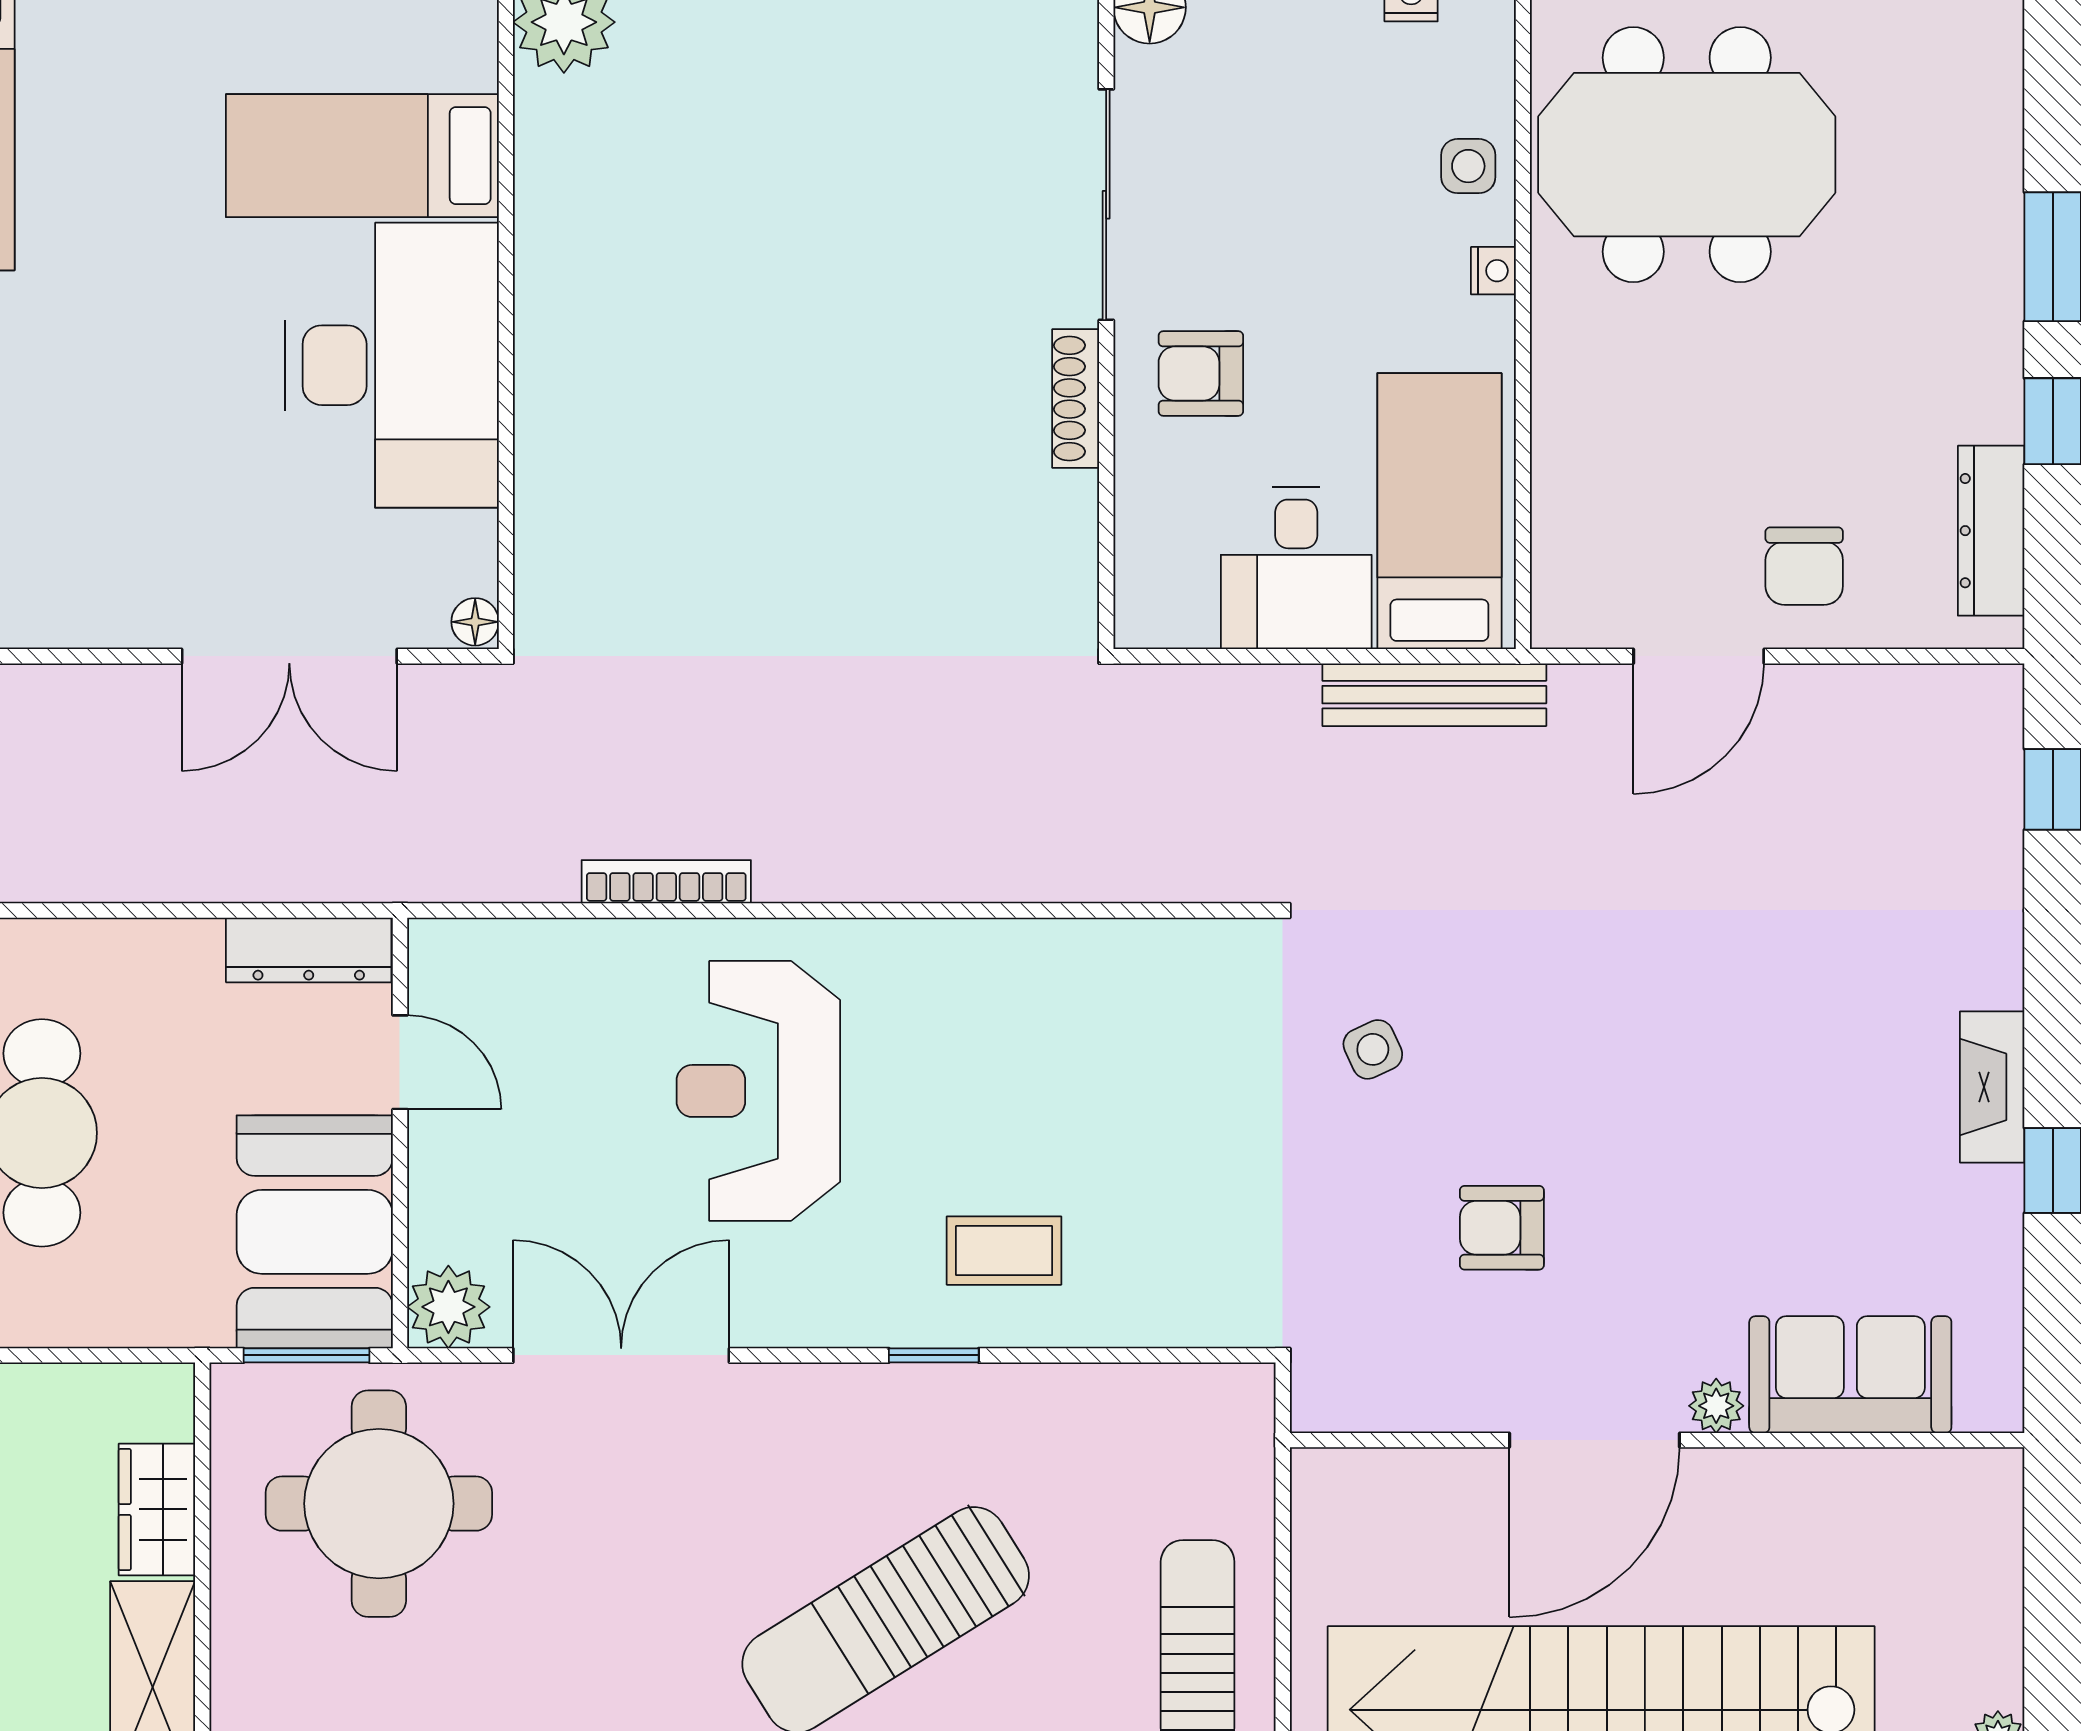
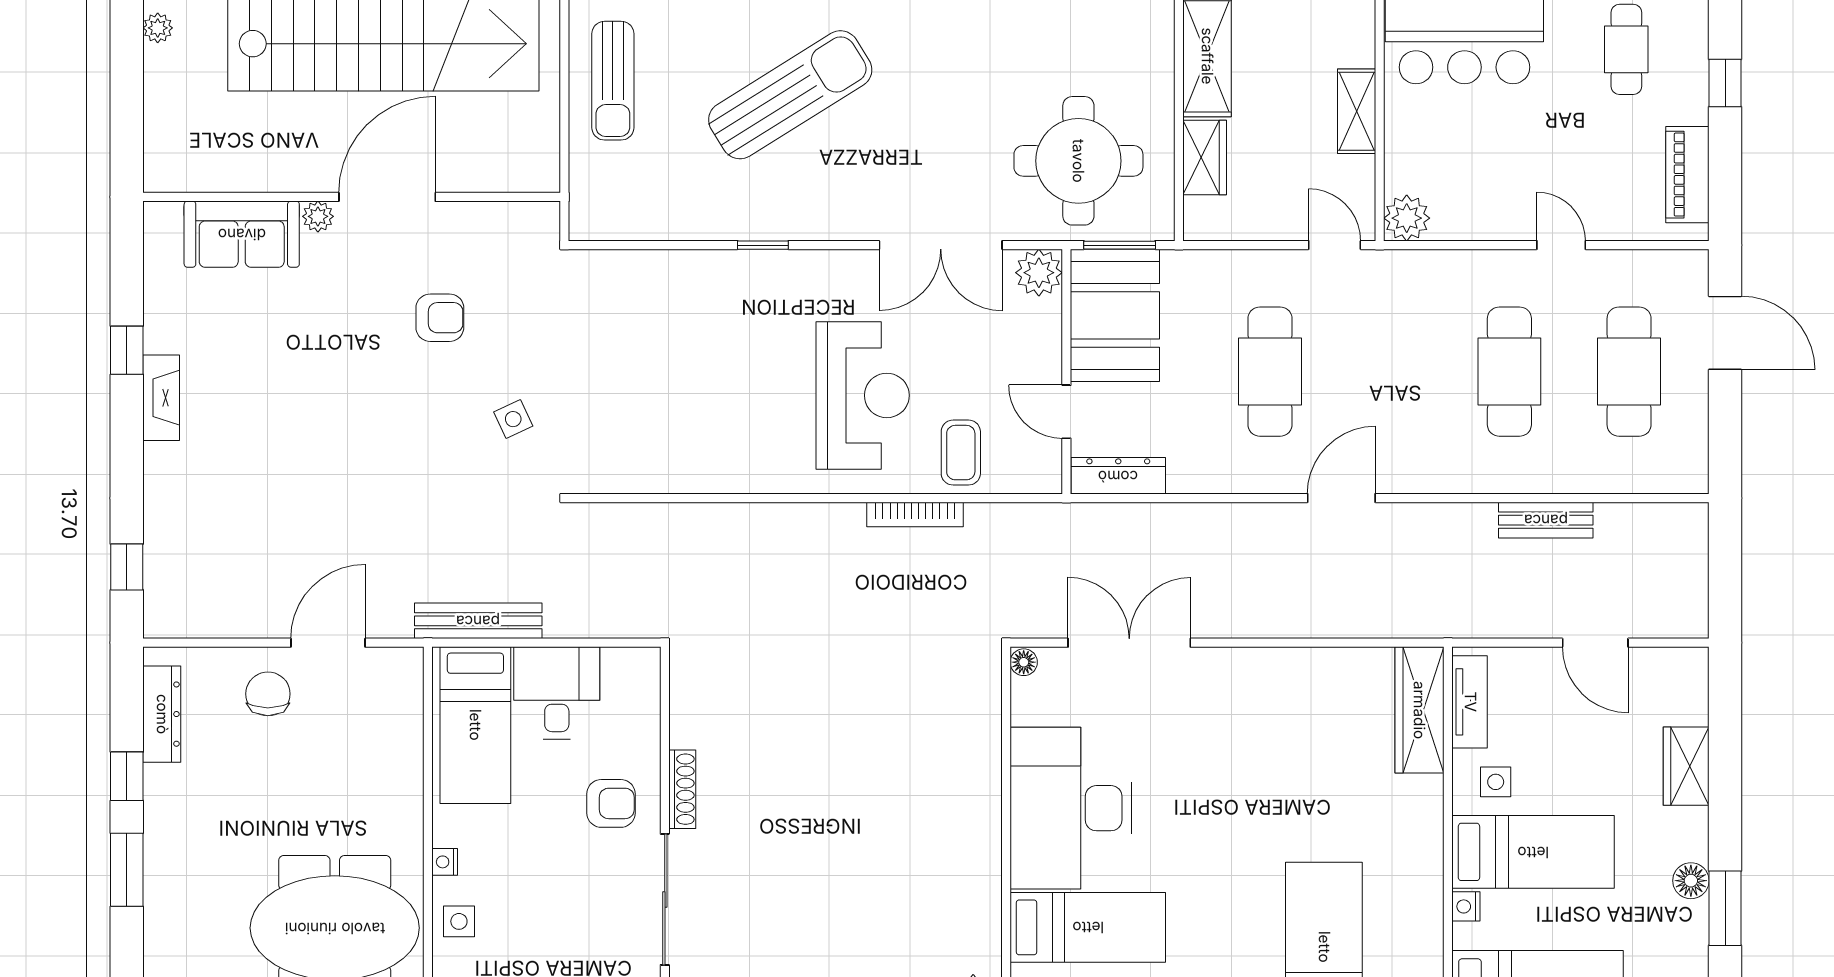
coffee table: (1004, 1251) -> (961, 453), moved, turned 90

